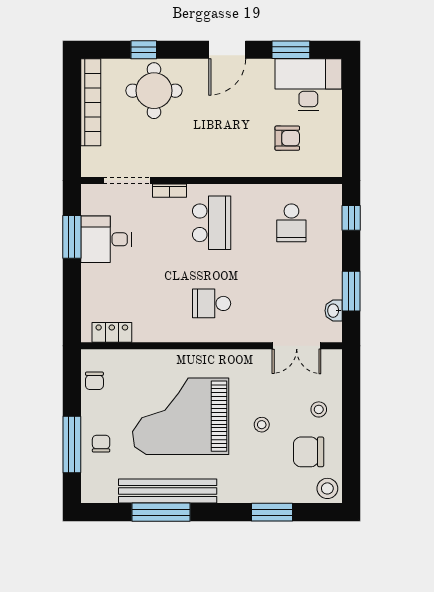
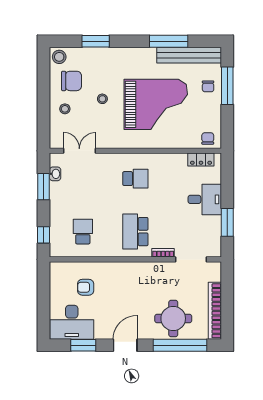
window: (144, 50) -> (180, 345), width x3.17
desk: (106, 239) -> (205, 199), moved
chair: (94, 381) -> (208, 138), moved
bench: (168, 491) -> (189, 55), moved

